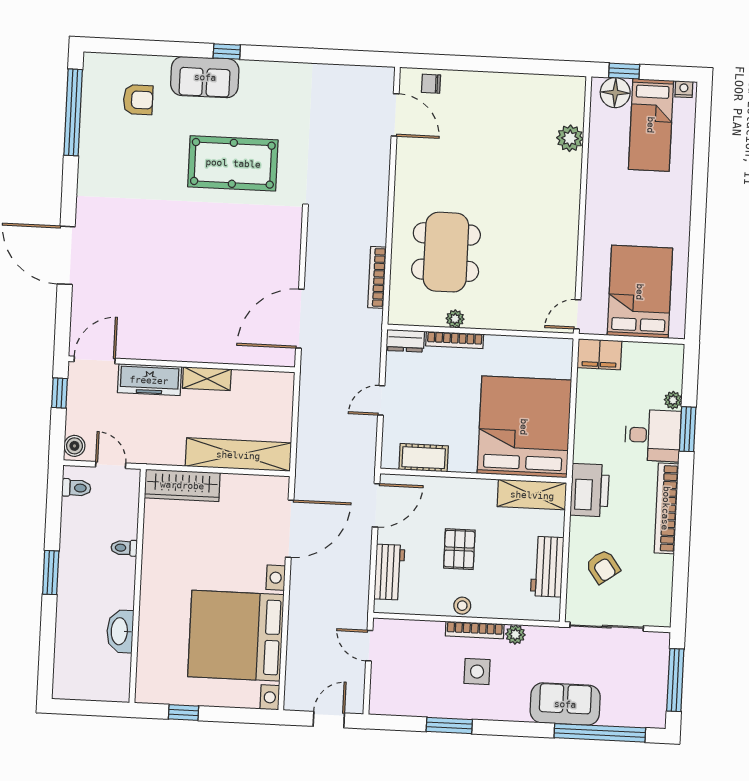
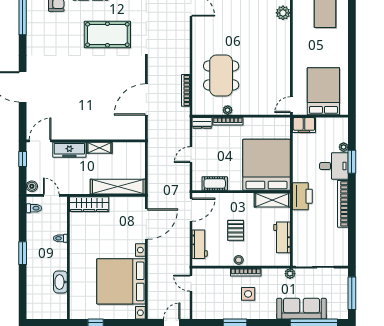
door: (300, 319) -> (146, 100), moved
armchair: (603, 567) -> (311, 236), removed
plant: (515, 634) -> (290, 274), moved
sofa: (565, 704) -> (302, 309), width x1.36

